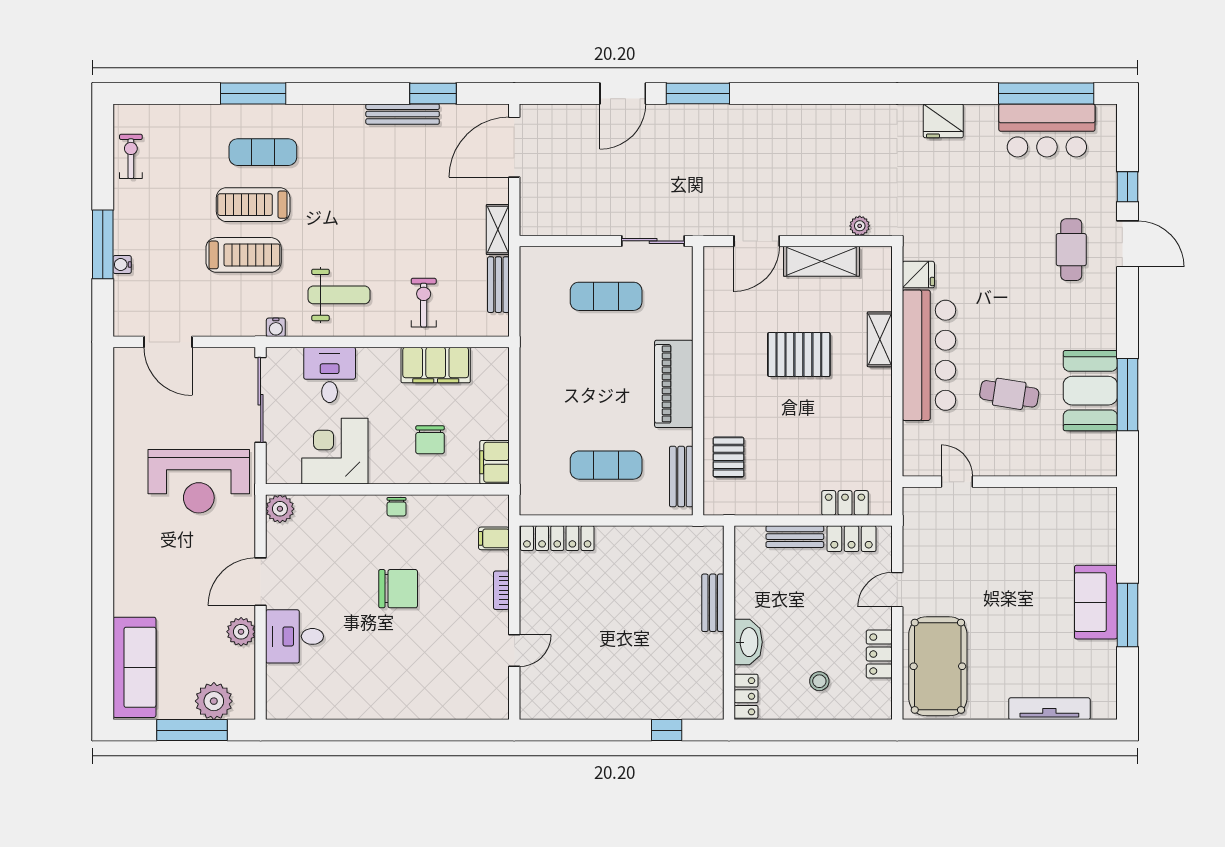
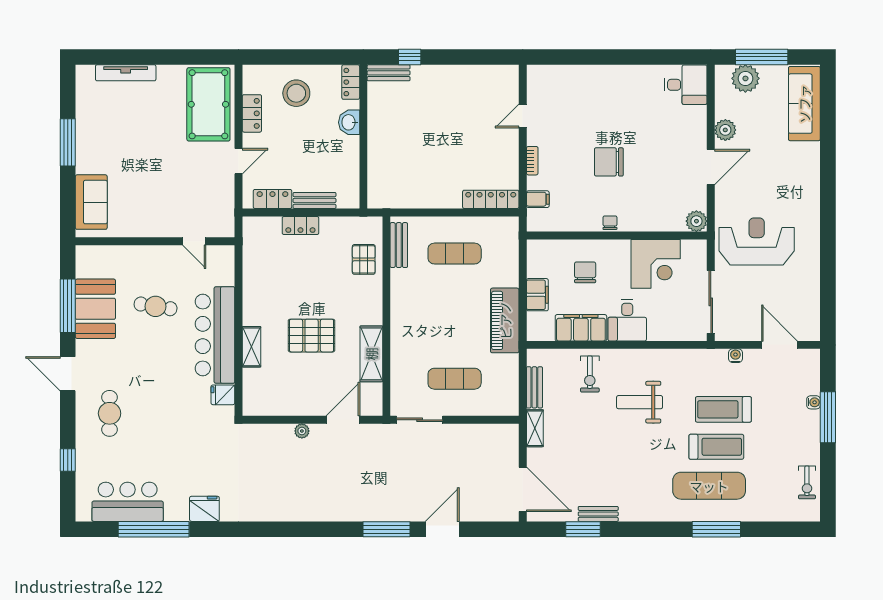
window: (1046, 93) -> (154, 529), moved
bench: (403, 114) -> (598, 514), width x0.73
door: (514, 147) -> (523, 489), hinge flipped
exercise mat: (263, 152) -> (709, 486), width x1.36, depth x1.45
plant: (860, 226) -> (302, 431), moved
door: (1128, 244) -> (68, 374), moved
shelving: (822, 261) -> (371, 354), moved, turned 90
weight bench: (339, 295) -> (640, 402), moved
water cooler: (276, 327) -> (735, 356), moved
desk: (330, 375) -> (627, 320), moved
piano: (674, 384) -> (505, 320), moved, turned 180
filing cabinet: (494, 462) -> (537, 295), moved
locker: (845, 503) -> (300, 225), moved
sofa: (1096, 602) -> (91, 202), moved
bench: (713, 603) -> (389, 73), moved, turned 90
desk: (295, 636) -> (686, 85), moved
washbasin: (748, 642) -> (349, 122), width x0.72
stool: (819, 681) -> (296, 93), width x1.89, depth x1.89

